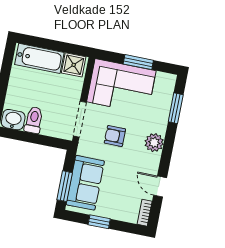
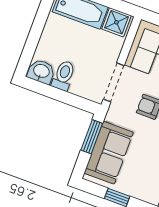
window: (65, 186) -> (92, 137), moved

